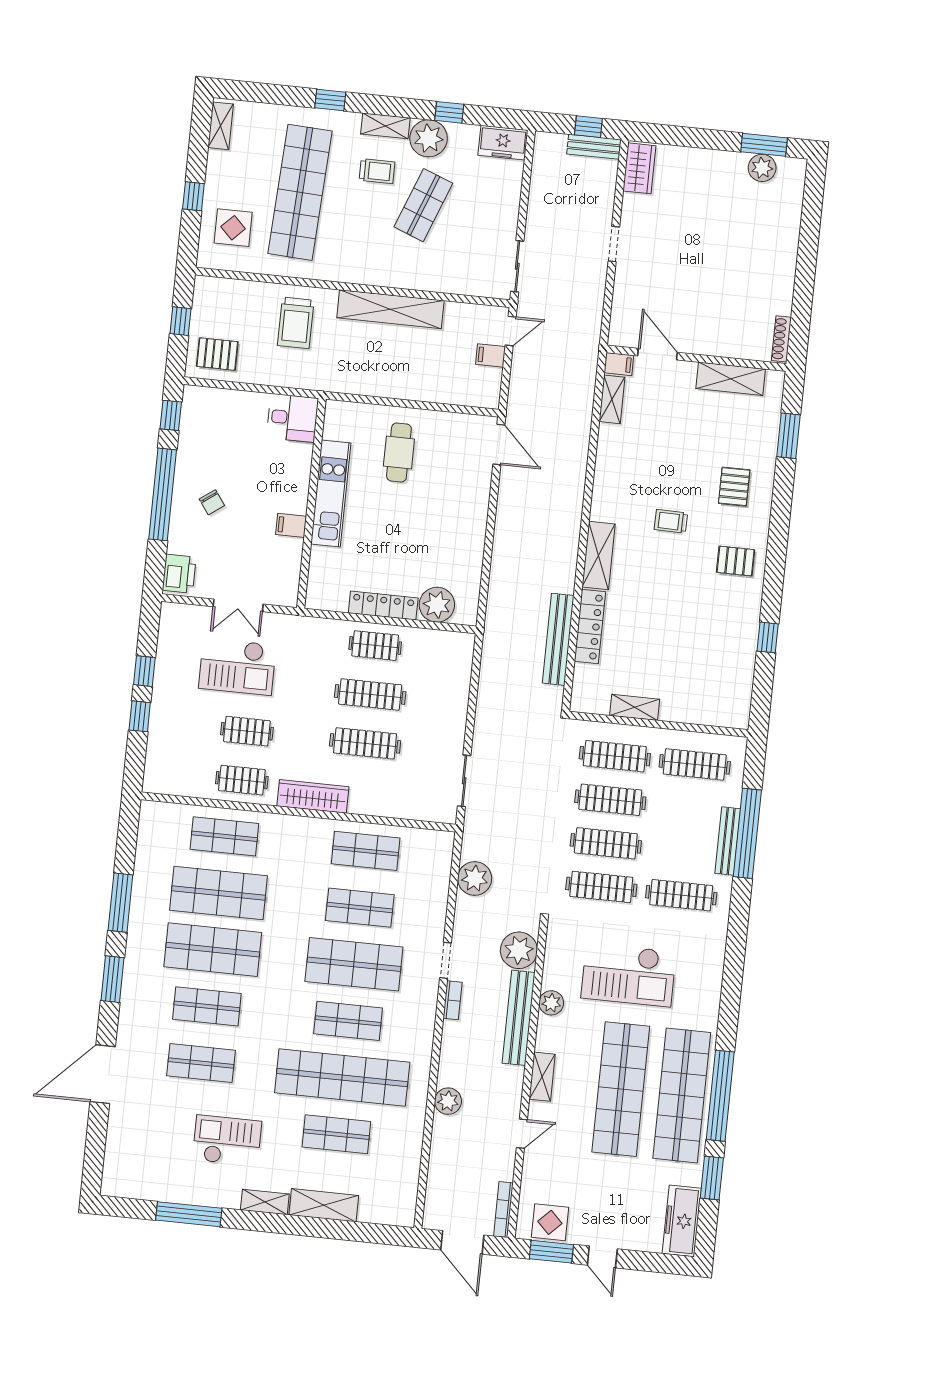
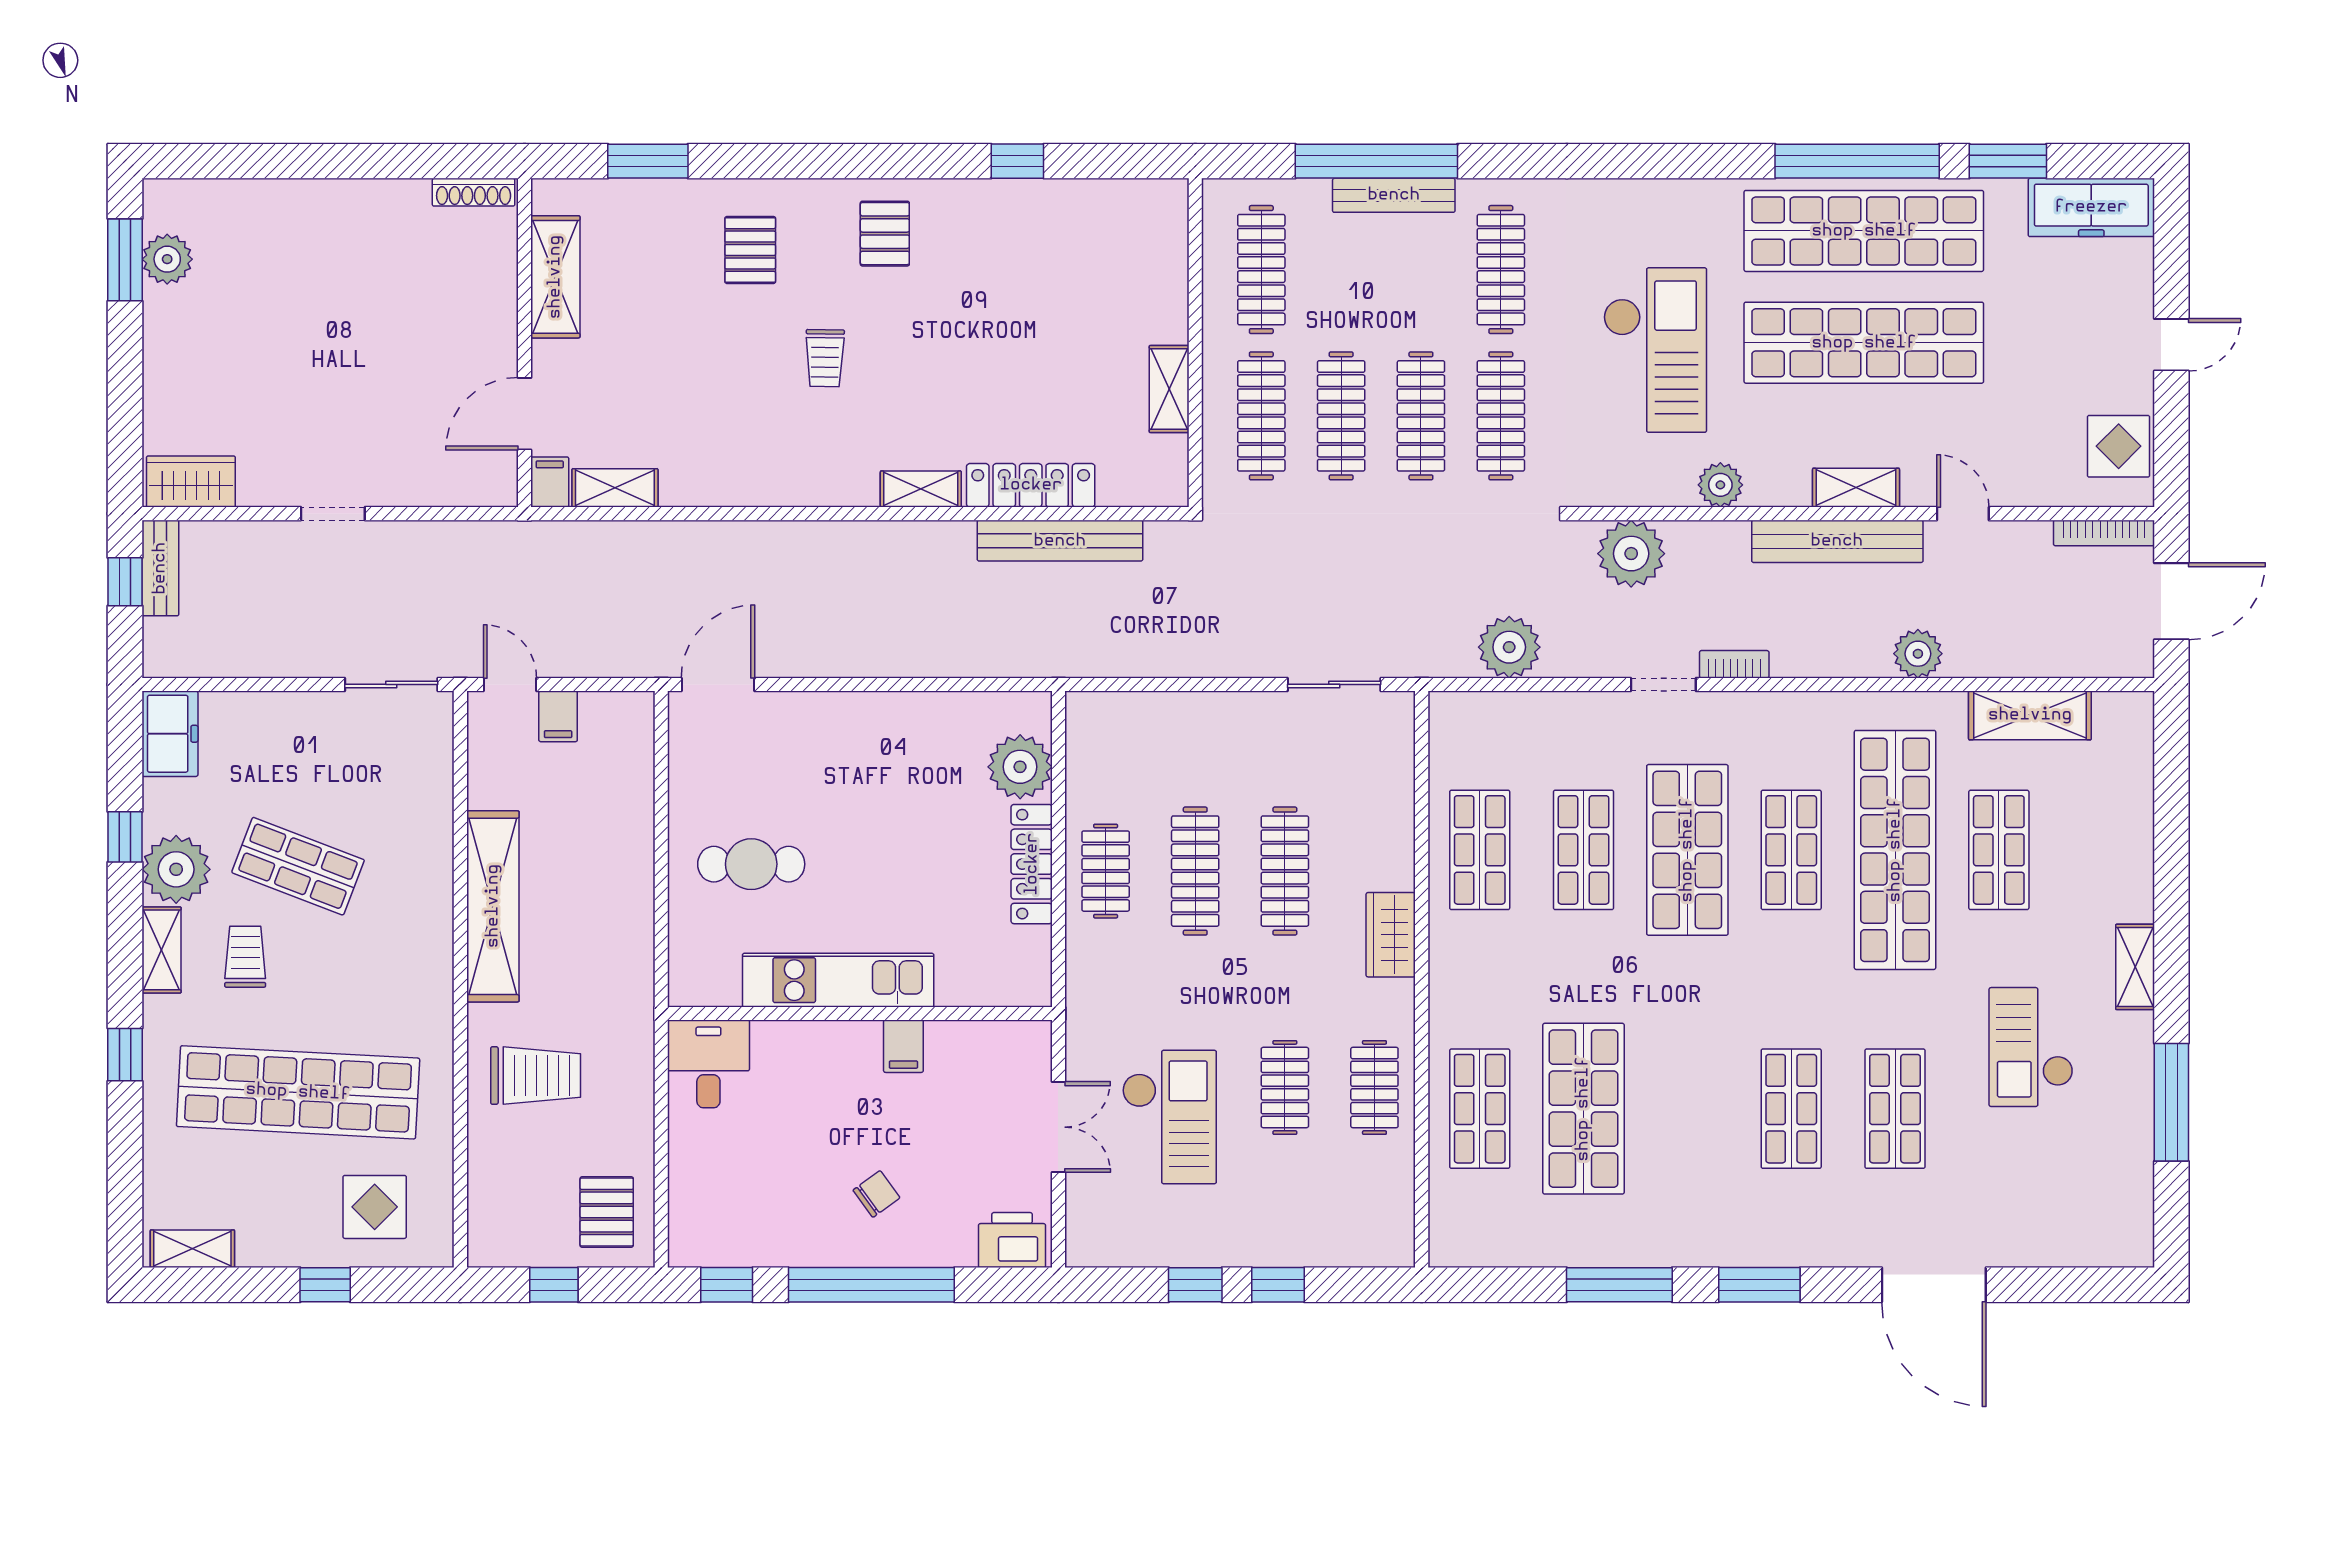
pallet: (734, 487) -> (750, 250), turned 90
shelving: (599, 556) -> (921, 489), width x0.67, depth x0.75
wardrobe: (313, 796) -> (1391, 935), width x0.67
shop shelf: (213, 950) -> (1687, 1109), removed
bench: (519, 1018) -> (1837, 541), moved
shelving: (324, 1205) -> (2030, 715), moved, turned 90
window: (551, 1252) -> (2171, 438), removed

